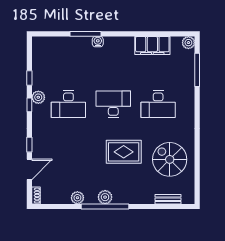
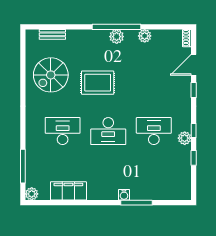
spiral stairs: (170, 159) -> (51, 75), turned 90

